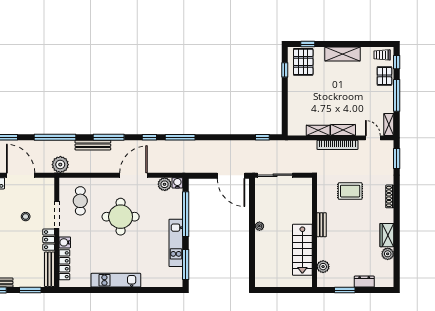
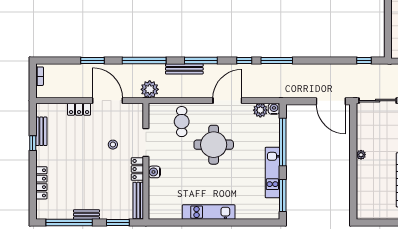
cafe table: (80, 201) -> (182, 122), moved
locker: (64, 265) -> (154, 196), removed

